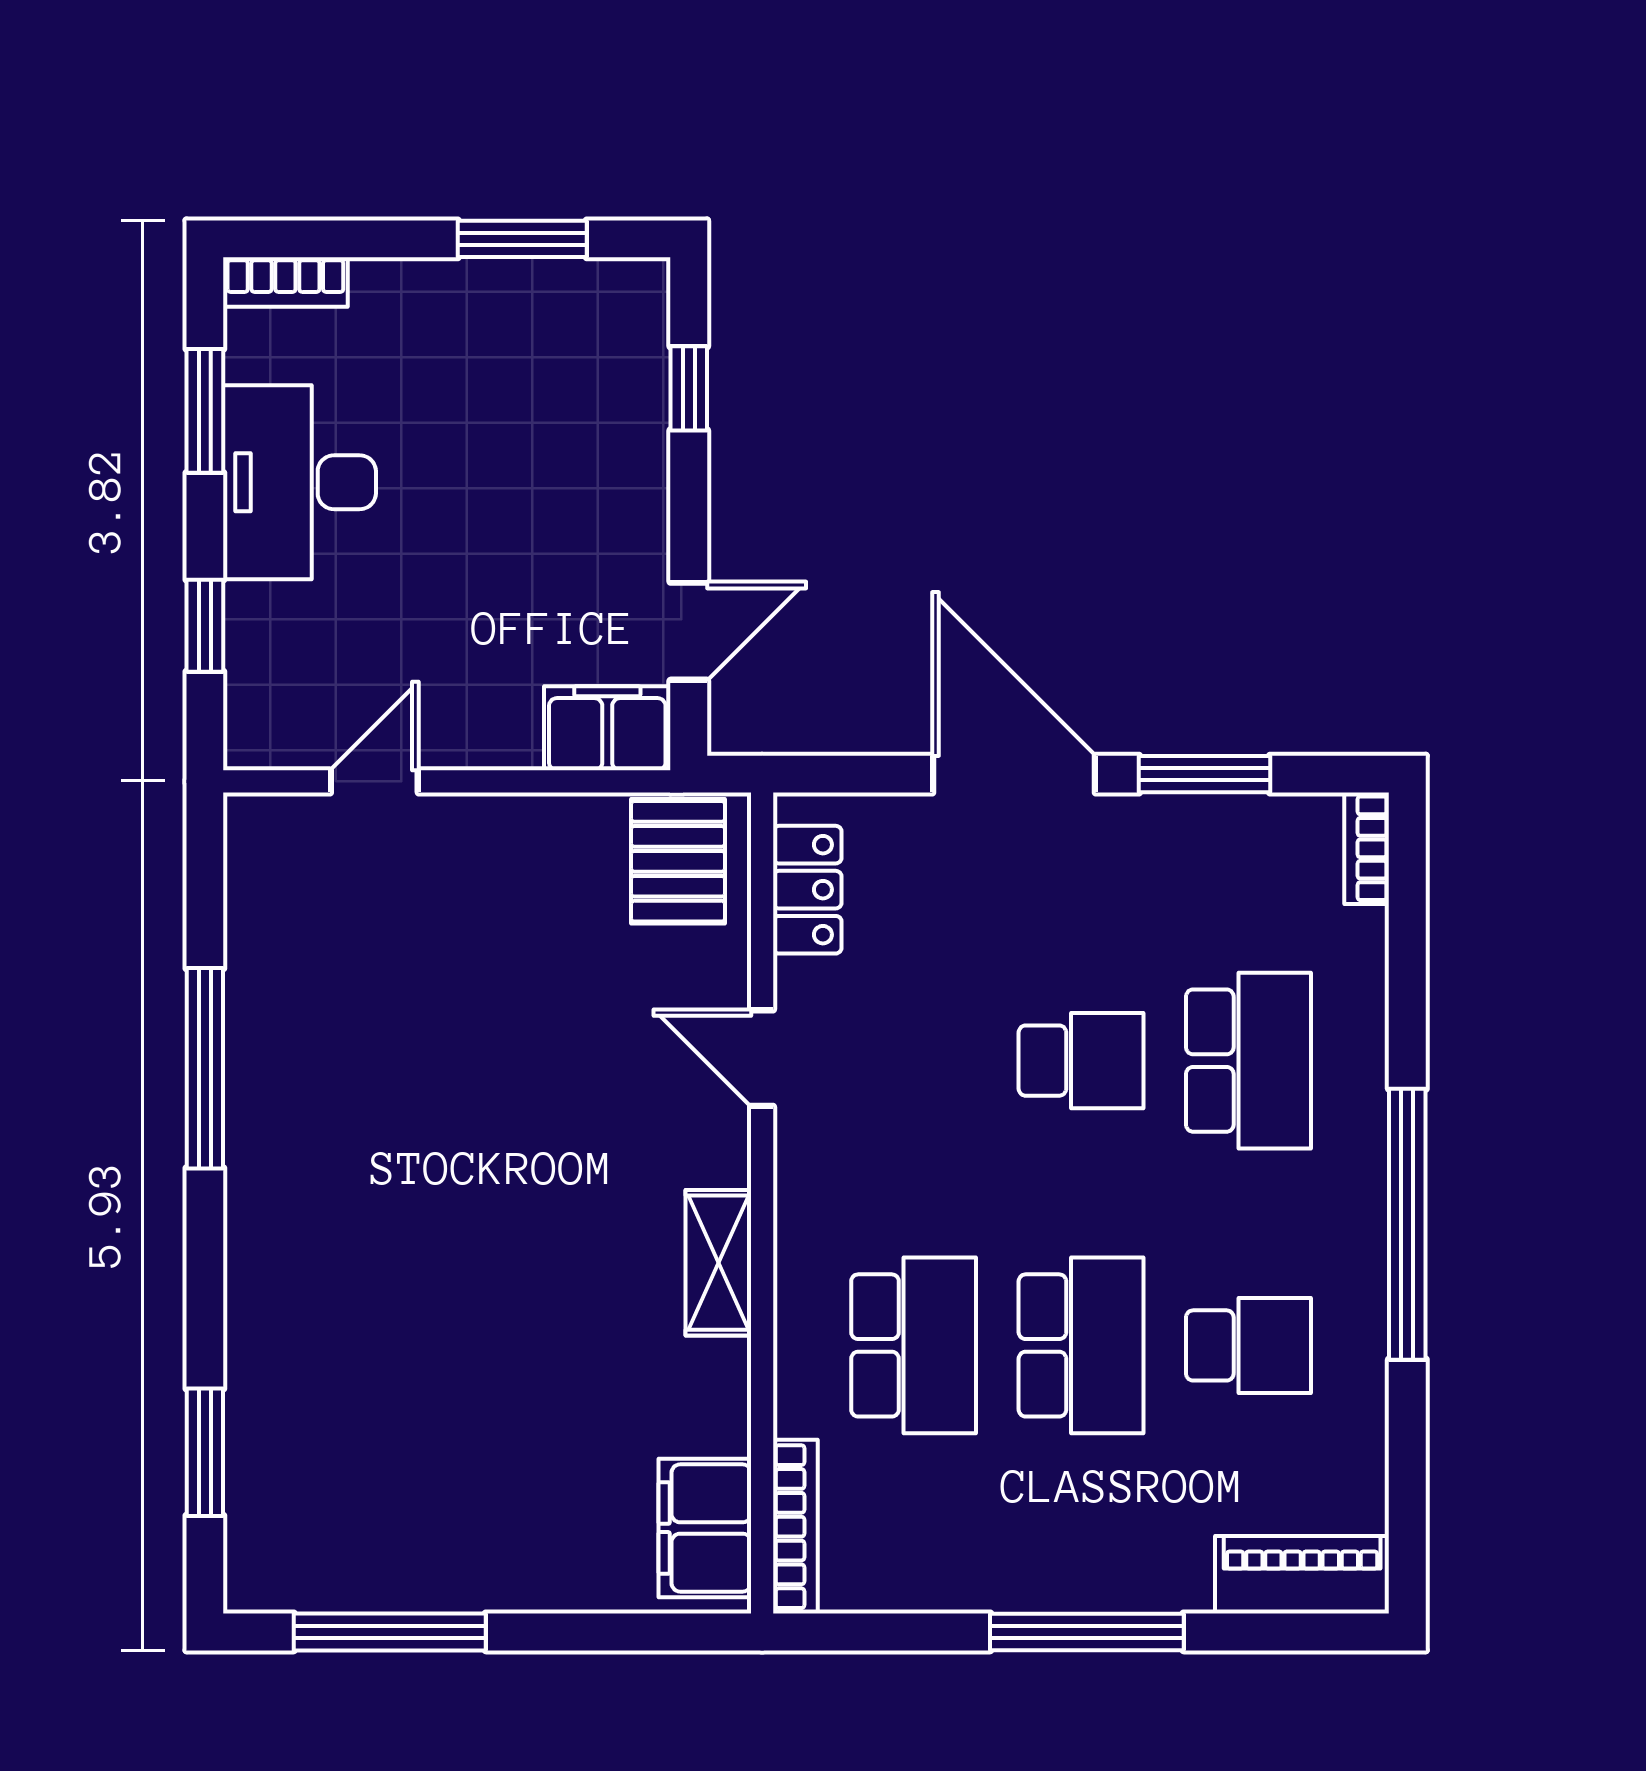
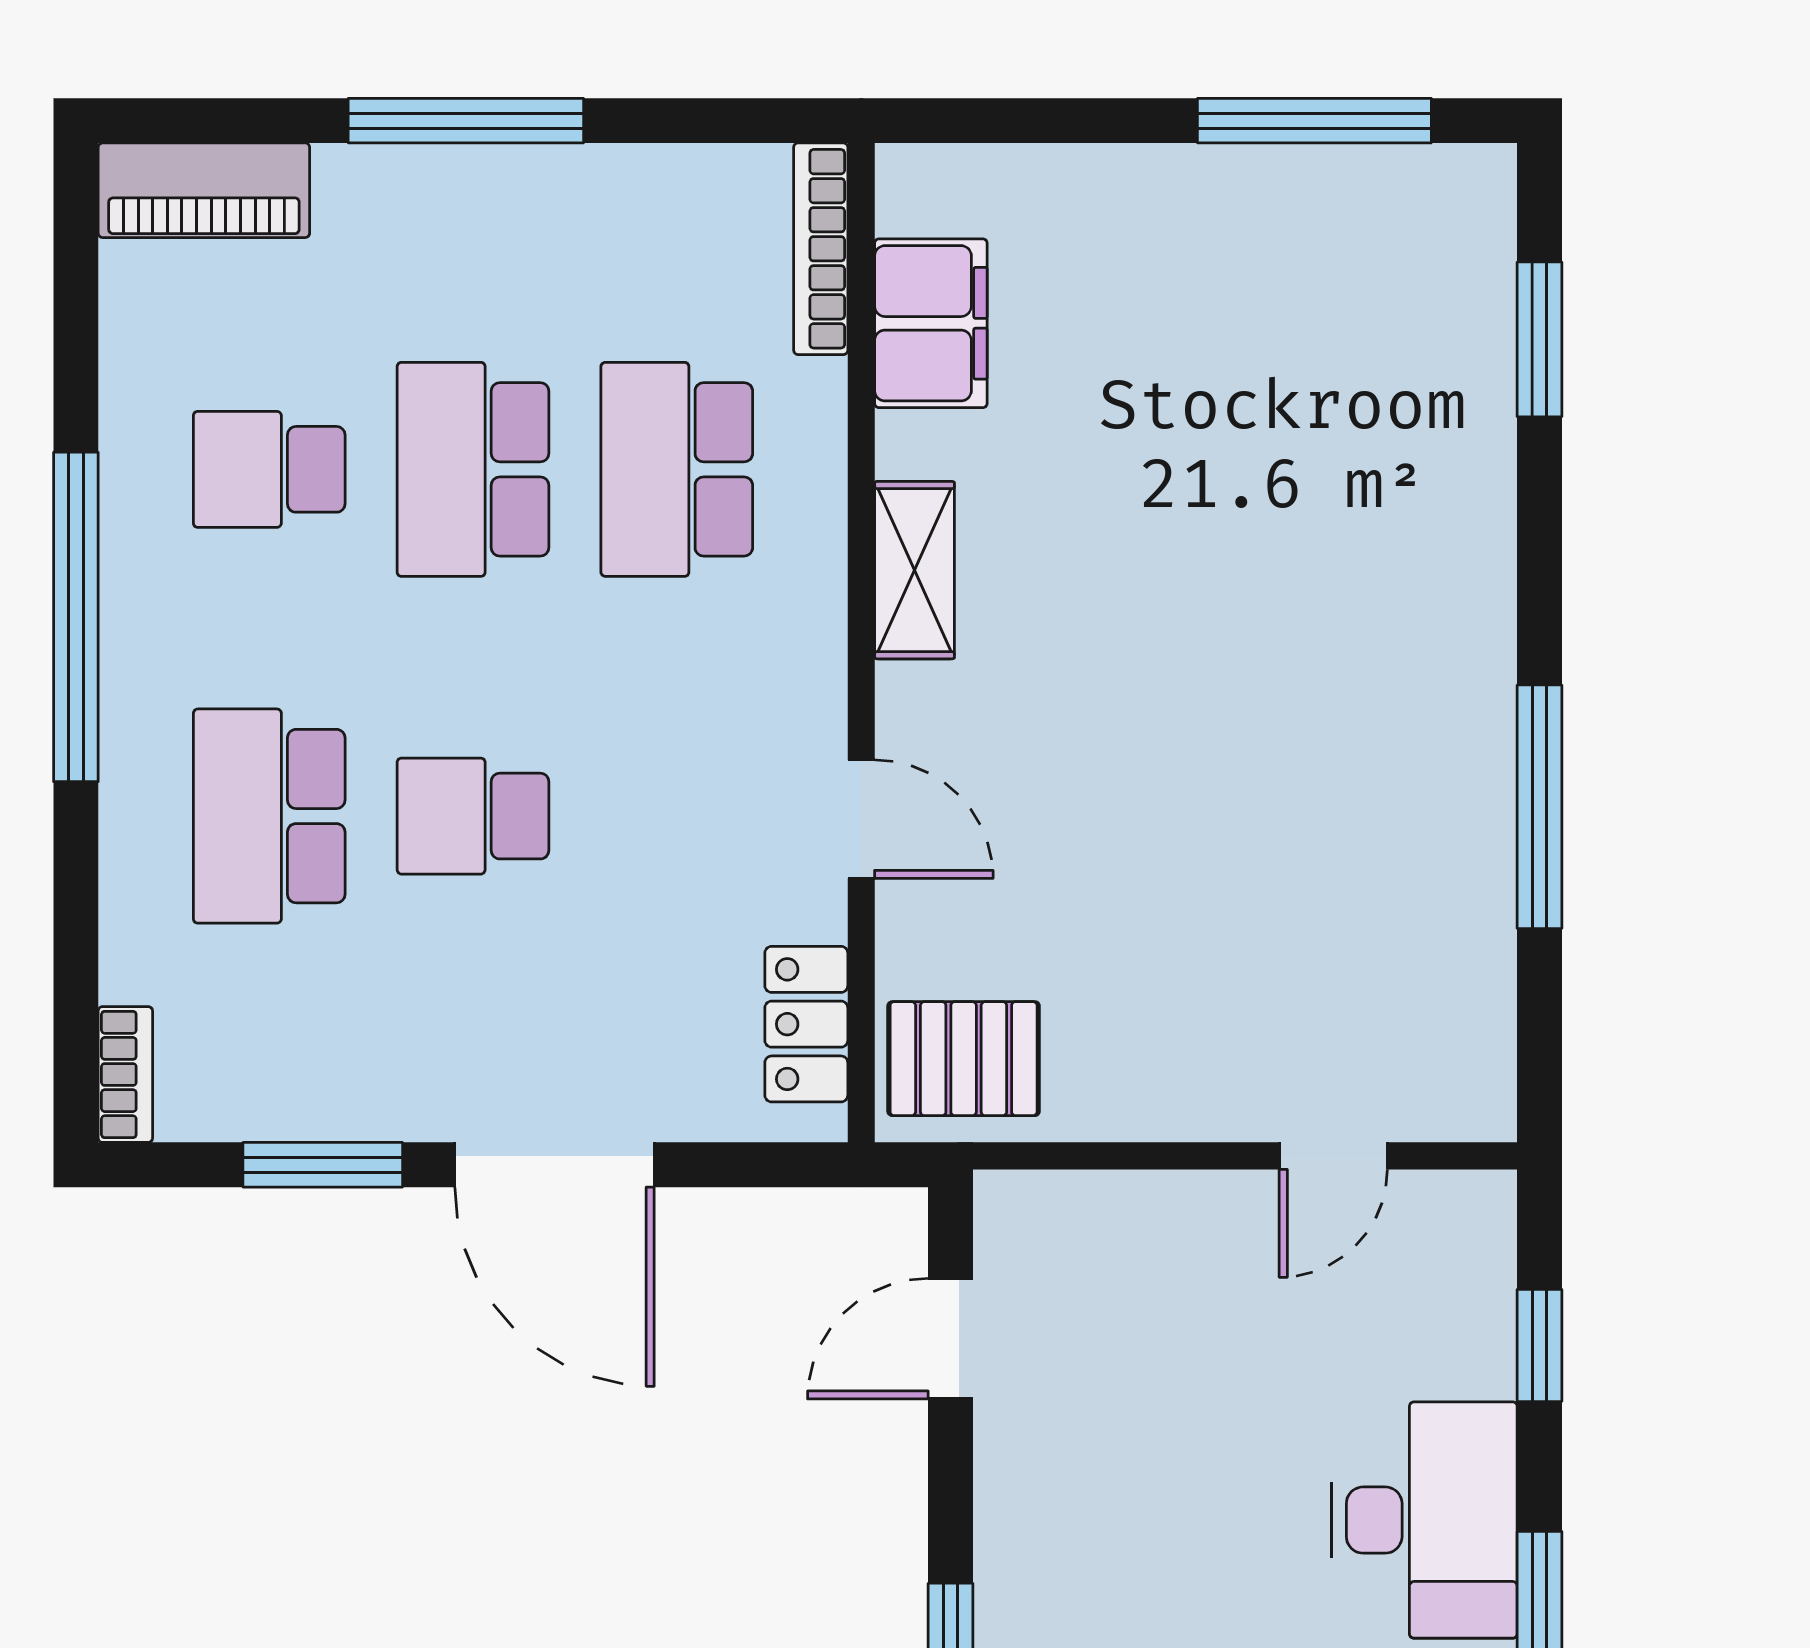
filing cabinet: (607, 728) -> (1050, 1221), removed
pallet: (678, 861) -> (964, 1059), turned 90
filing cabinet: (705, 1528) -> (931, 323), moved

